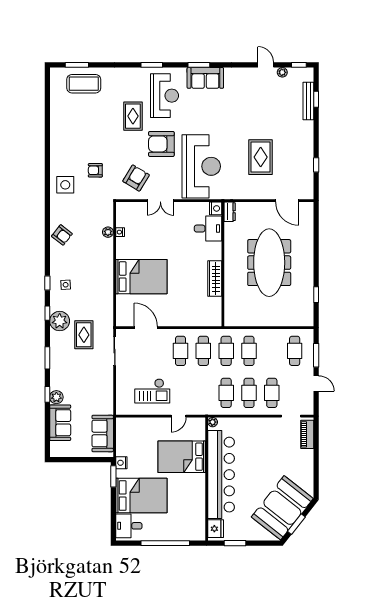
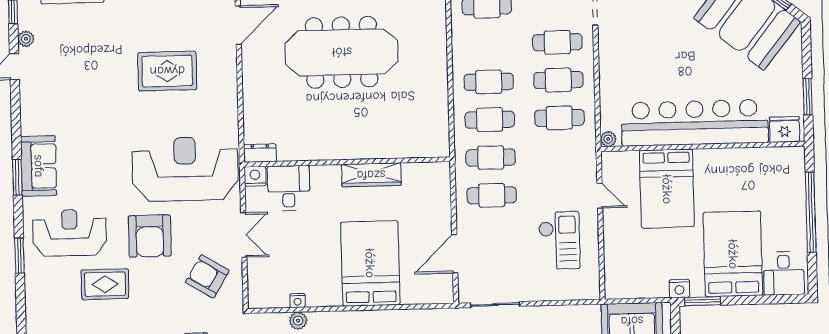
nightstand: (216, 208) -> (255, 176), moved
dresser: (230, 212) -> (260, 153), moved
desk: (208, 229) -> (289, 188), moved
wall: (223, 264) -> (347, 162), moved
wardrobe: (215, 279) -> (371, 175), moved

